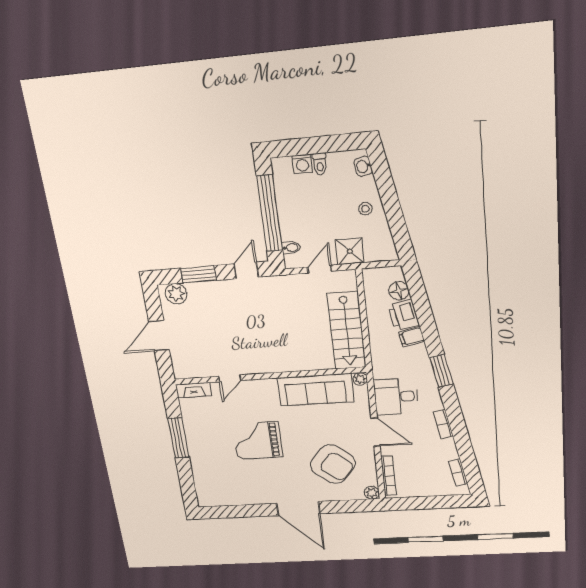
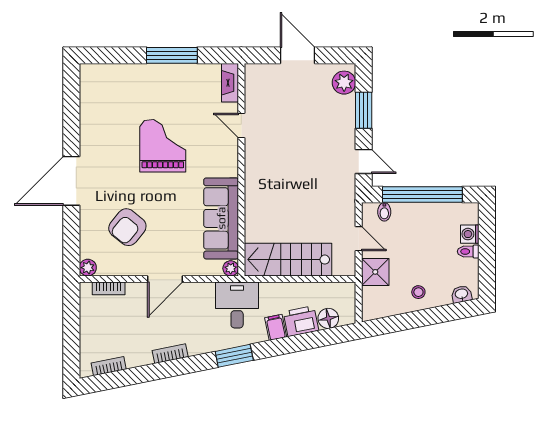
desk: (396, 397) -> (237, 305), moved
armchair: (333, 464) -> (127, 227), width x0.73, depth x0.73
bookcase: (389, 476) -> (109, 288), width x0.64

